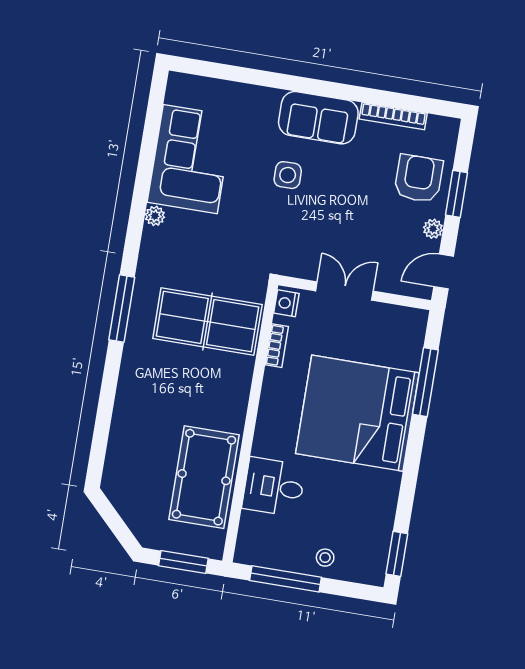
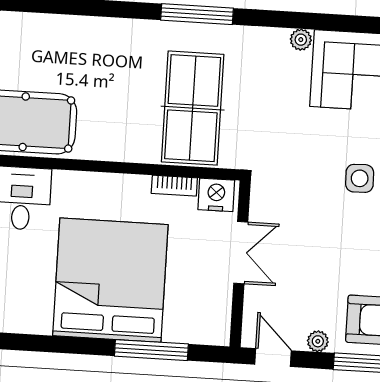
nightstand: (286, 303) -> (216, 195), width x1.36, depth x1.33

